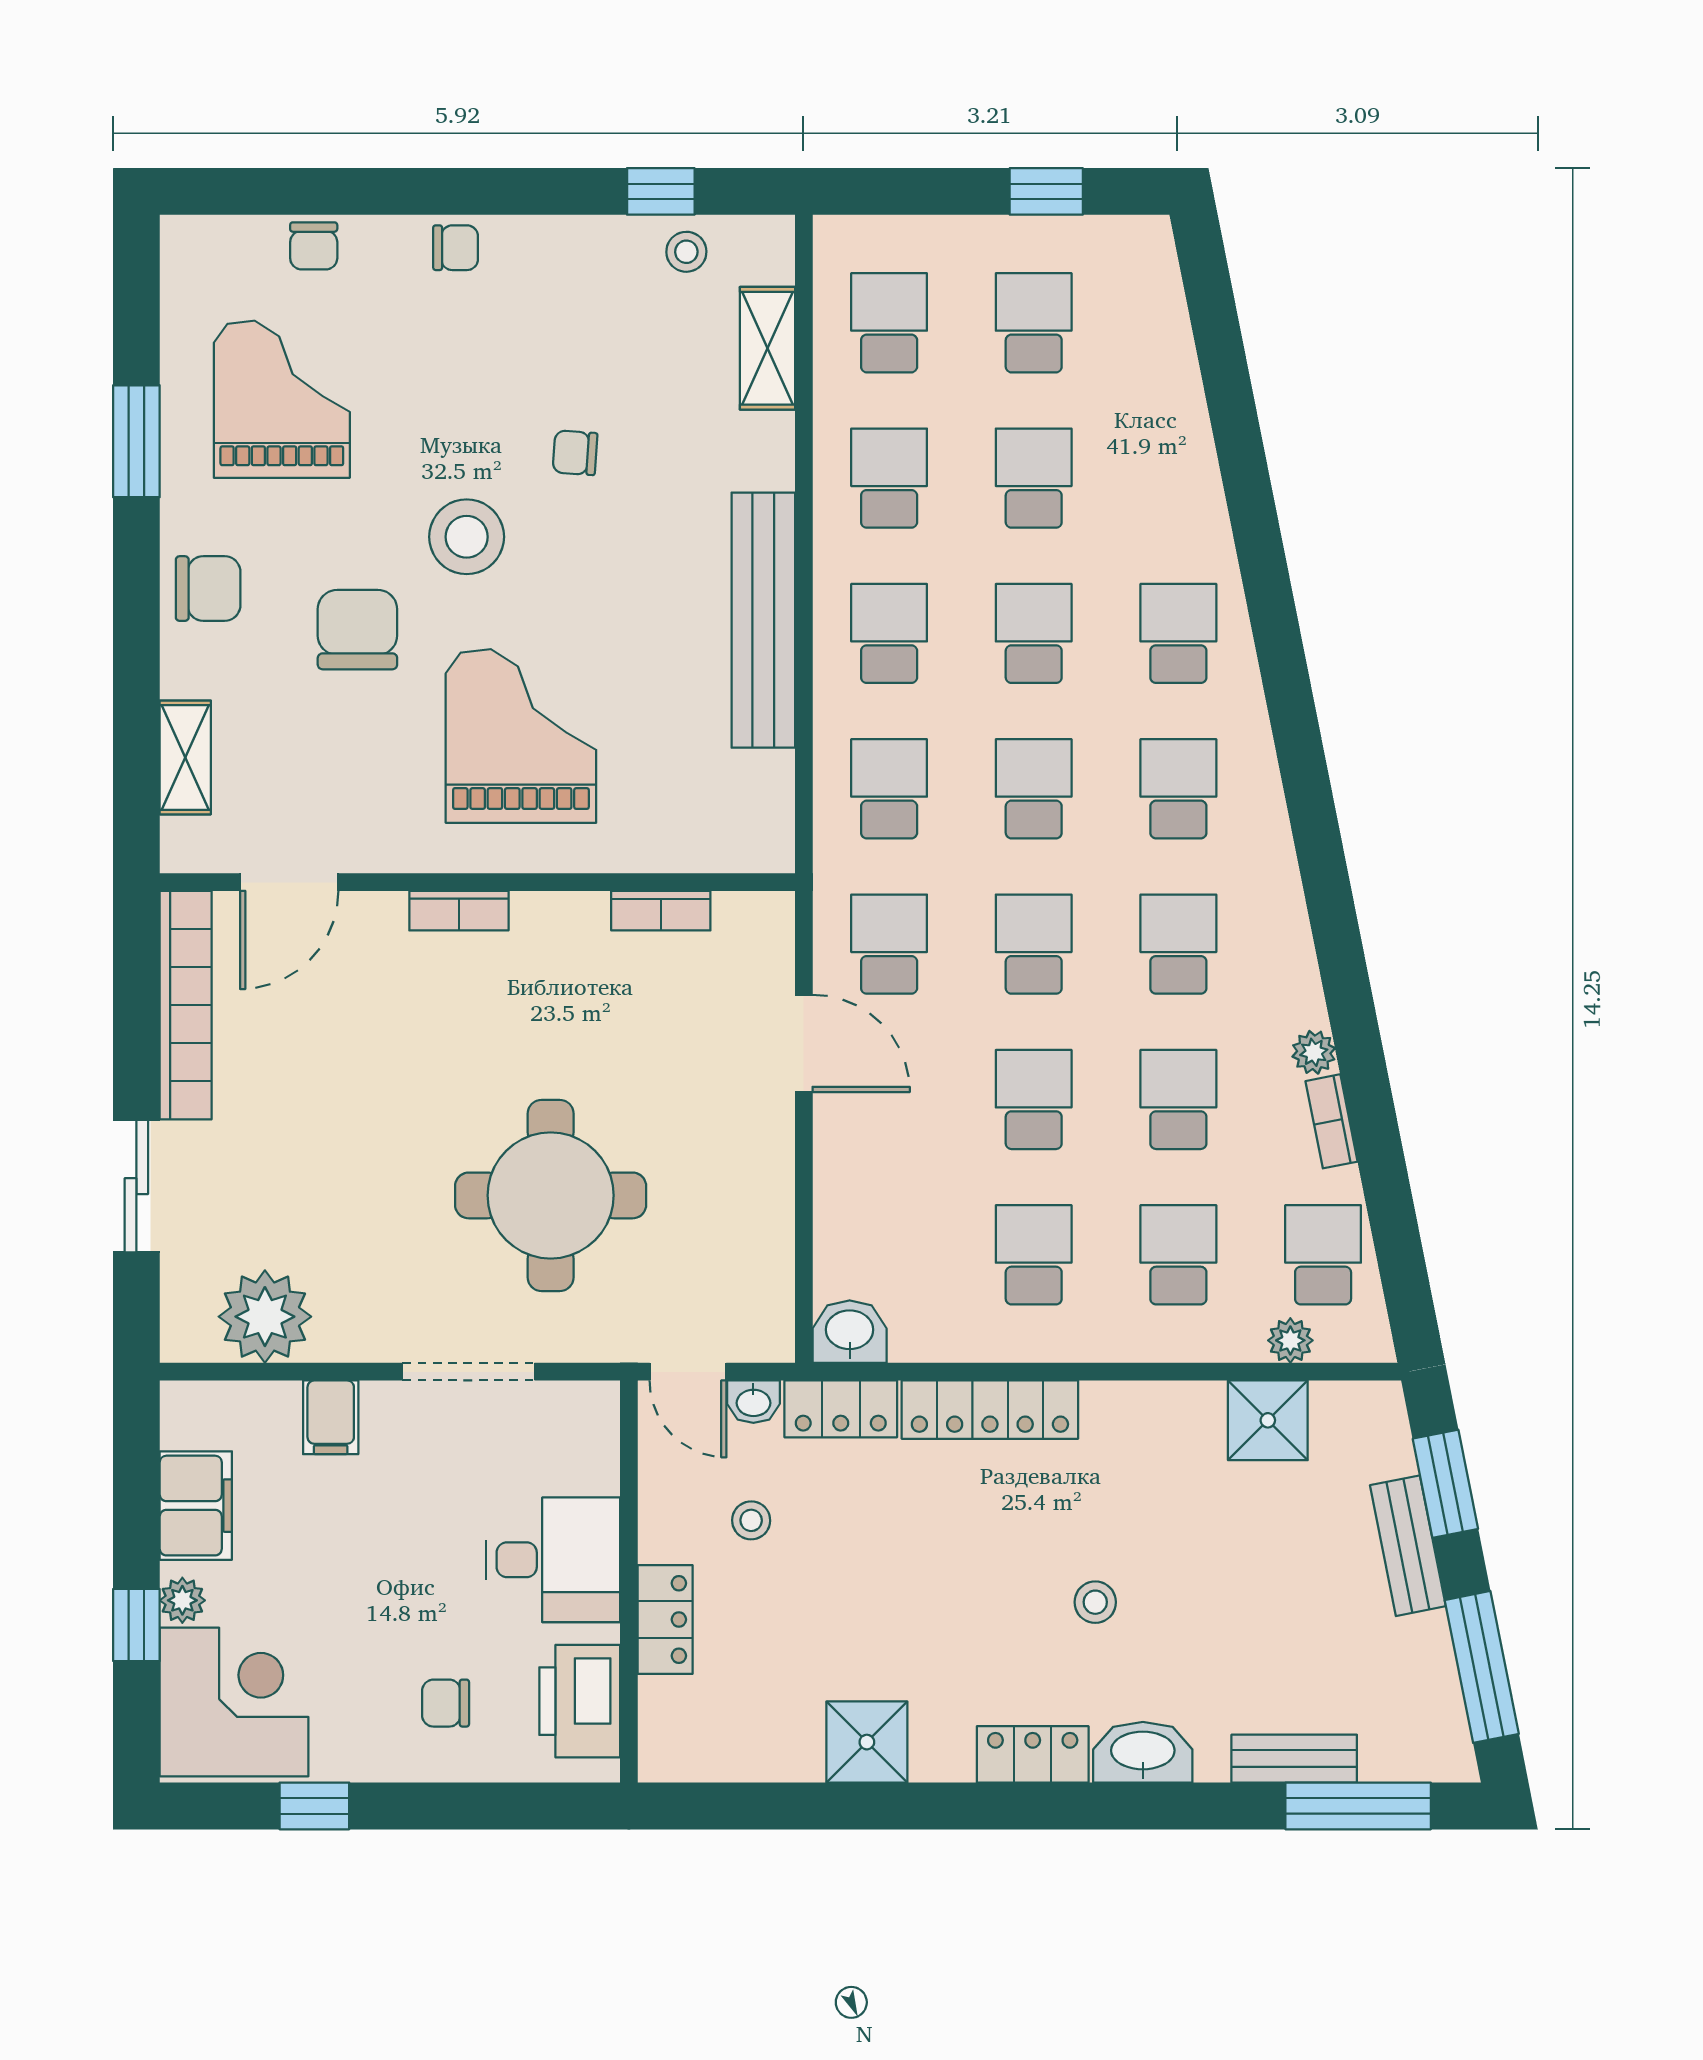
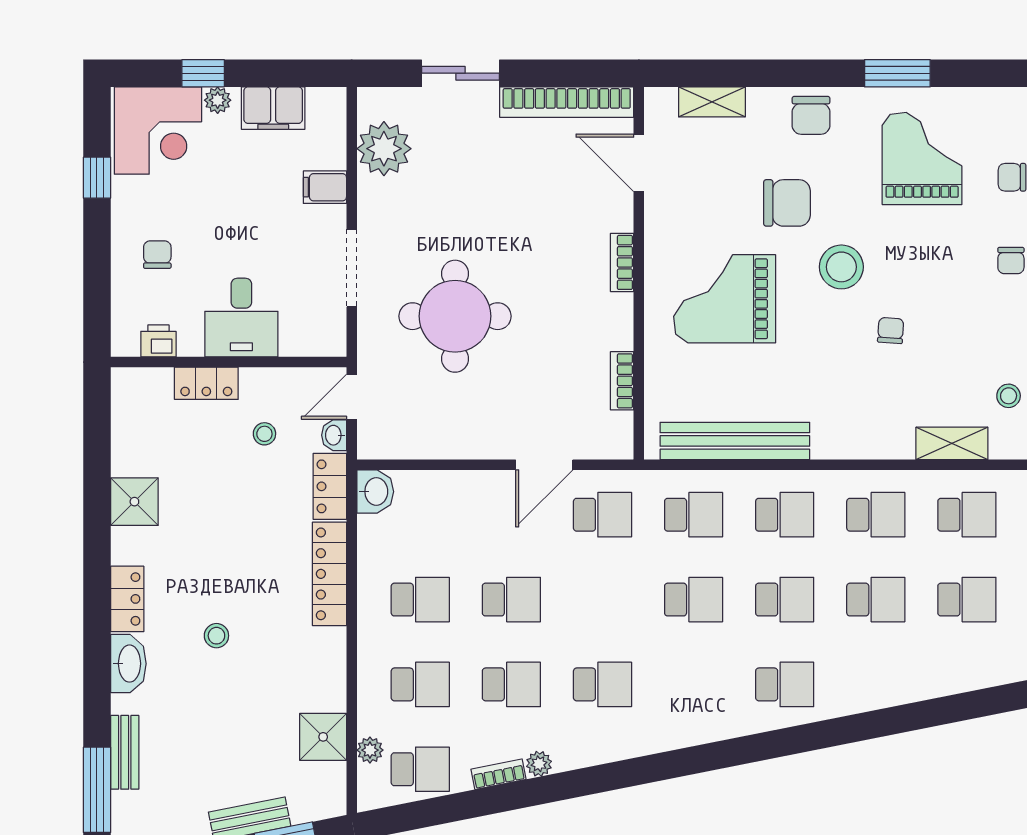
grand piano: (282, 399) -> (922, 159), turned -90
bench: (763, 620) -> (735, 441), moved
grand piano: (521, 736) -> (725, 299), turned 180
school desk: (1178, 789) -> (694, 684), removed
school desk: (1034, 944) -> (602, 600), removed
printer: (580, 1701) -> (158, 341), width x0.53, depth x0.68

